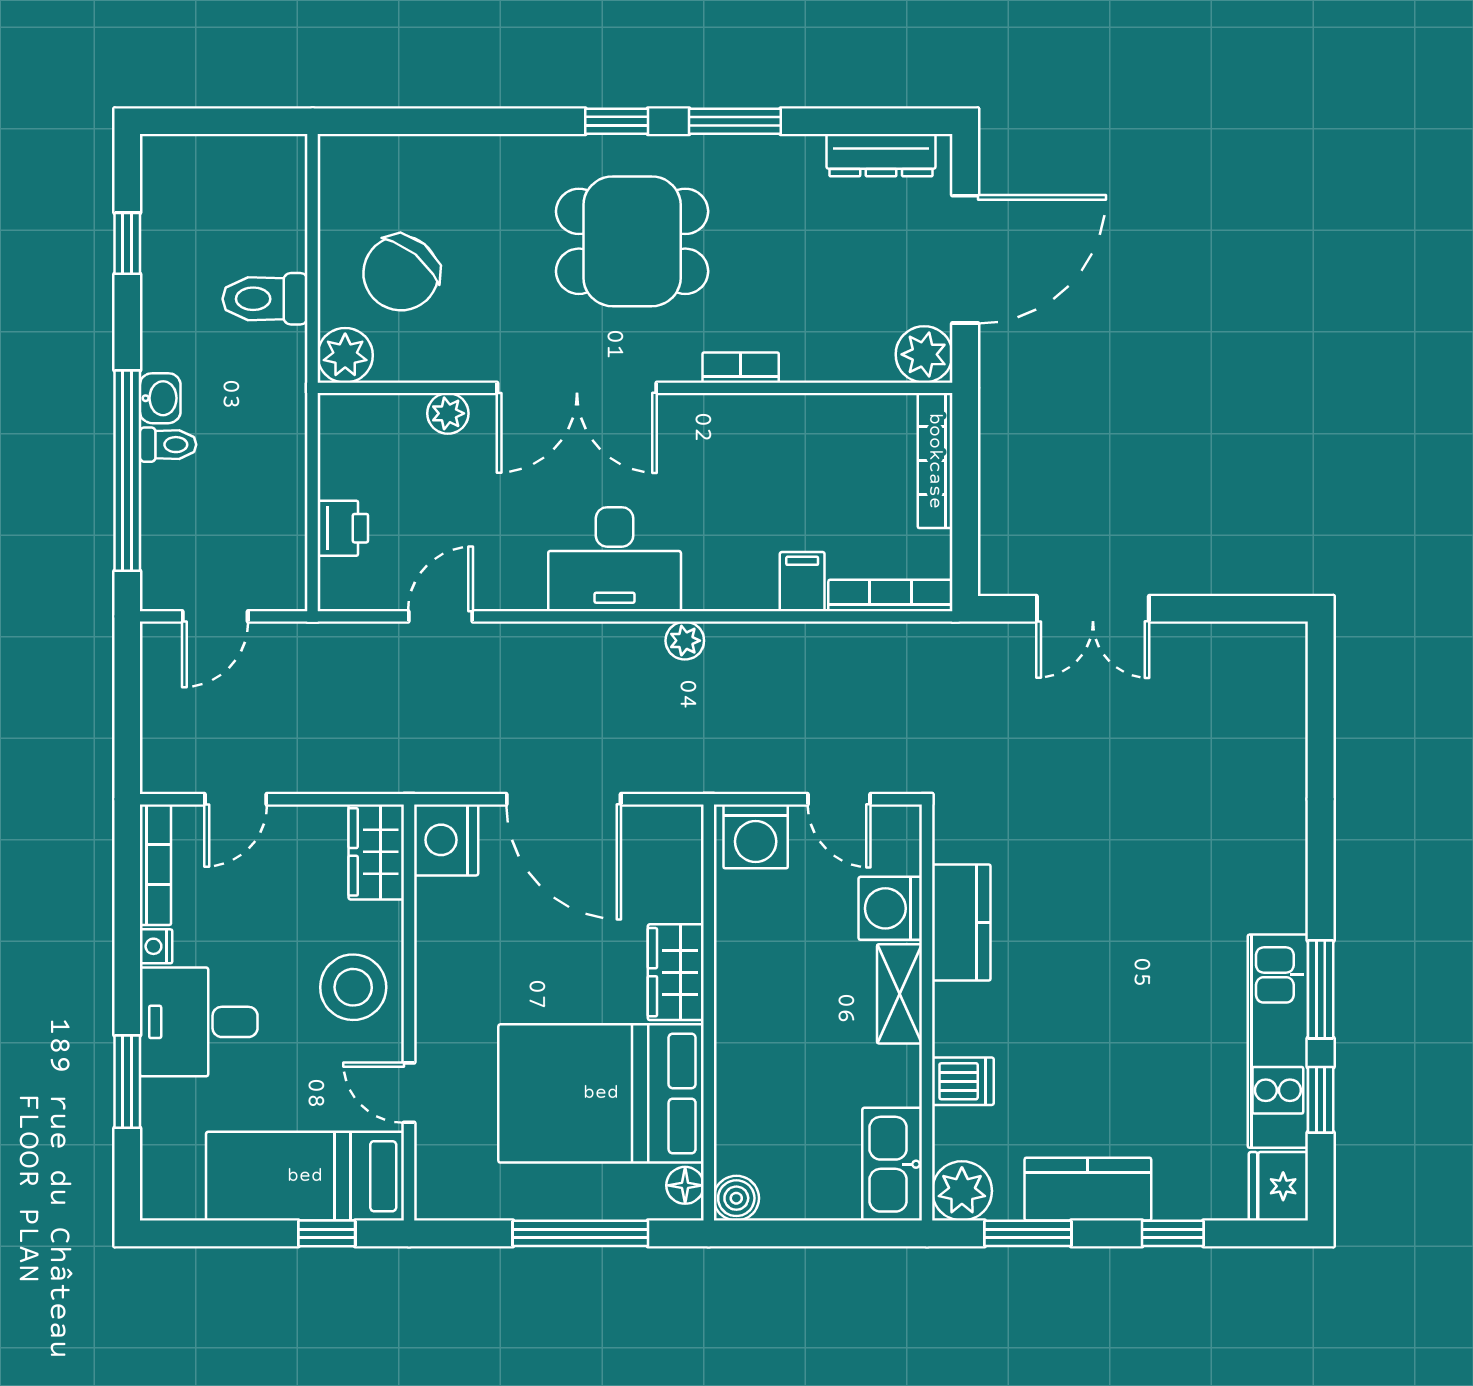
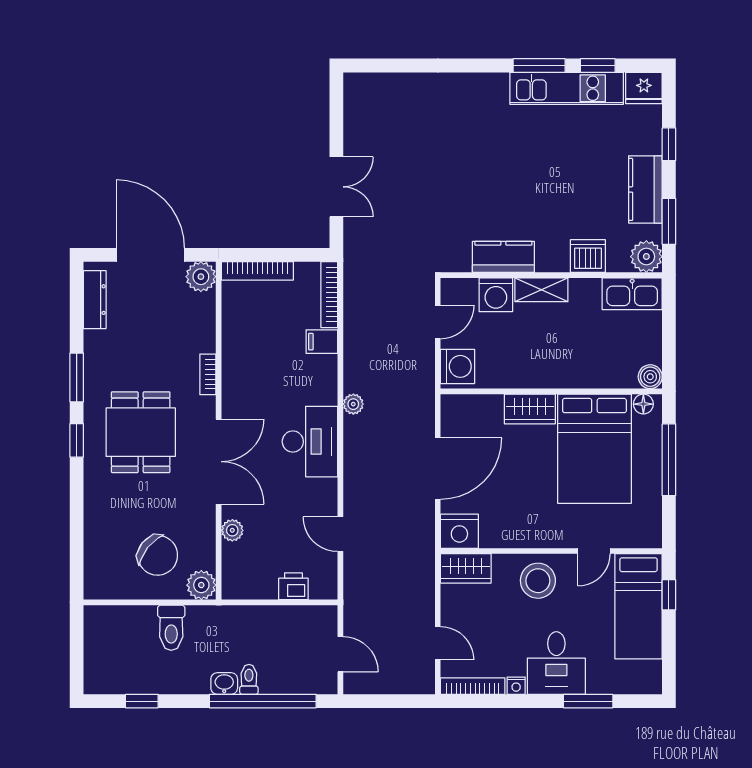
dishwasher: (963, 1081) -> (588, 256), width x1.38

